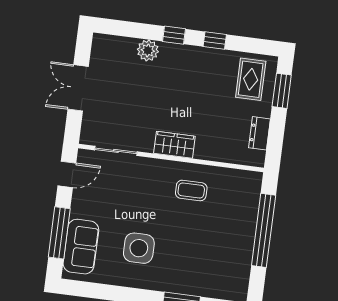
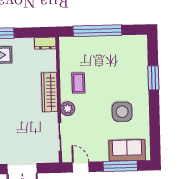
dresser: (259, 133) -> (45, 43), moved
wardrobe: (174, 145) -> (50, 92), width x1.50
plant: (156, 169) -> (68, 109), added

